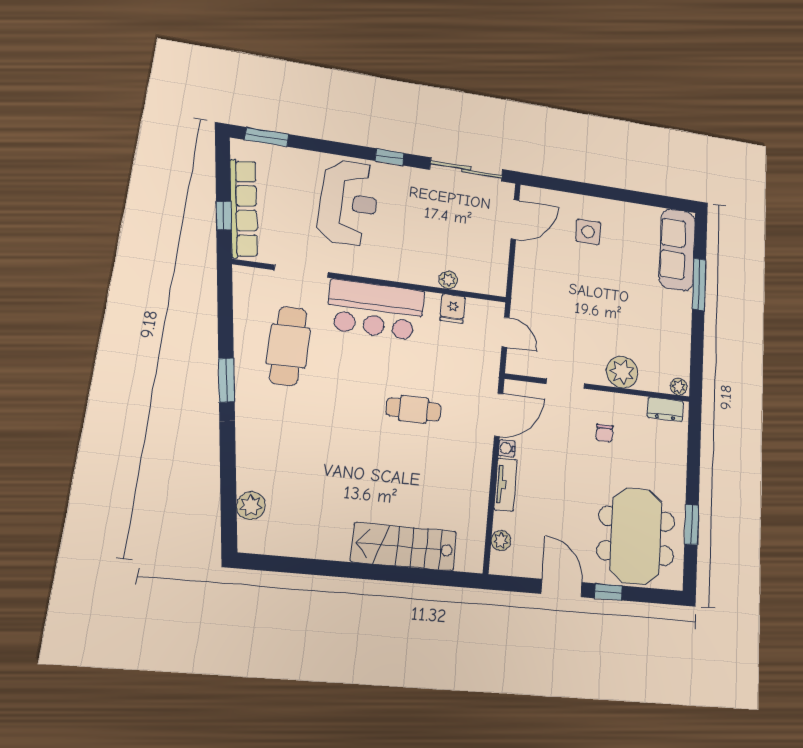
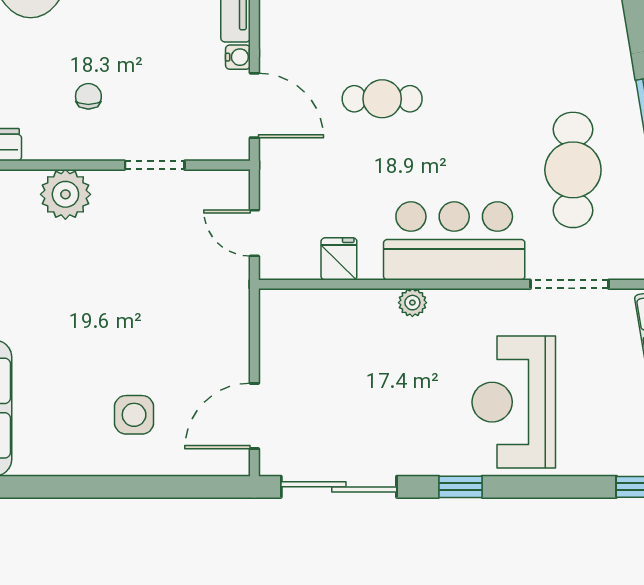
plant: (448, 280) -> (412, 303), moved
door: (499, 415) -> (254, 105), swing flipped

